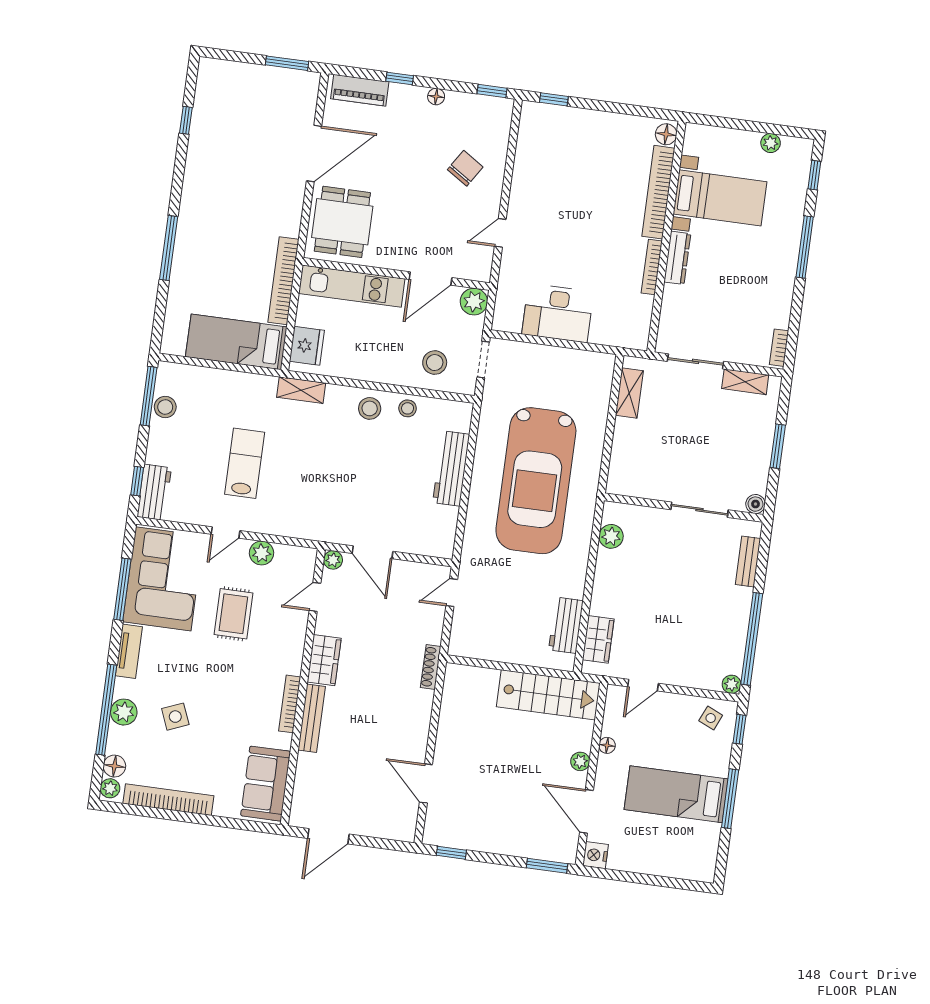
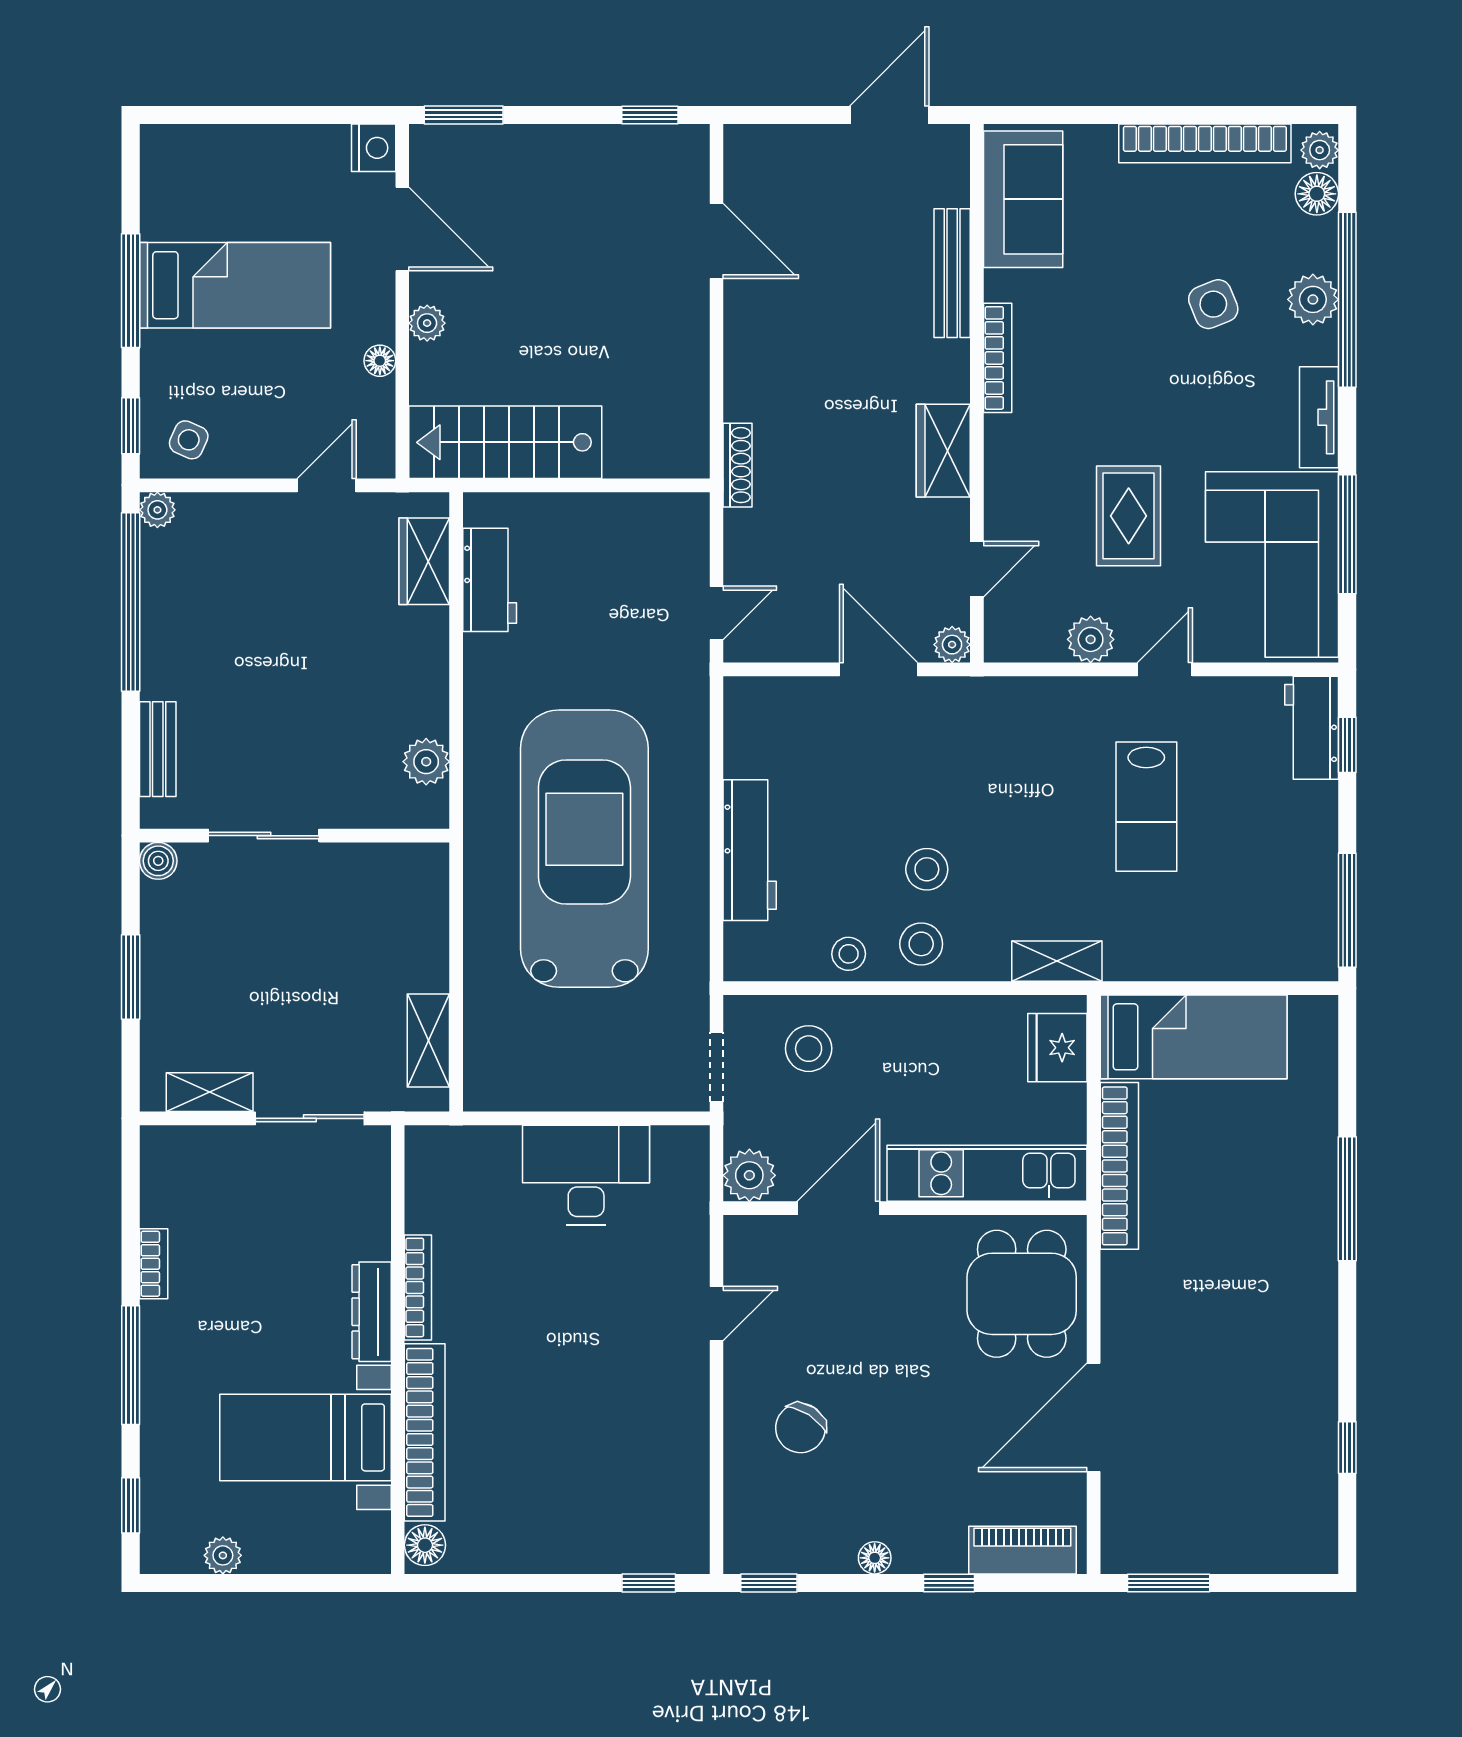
bookcase: (779, 348) -> (154, 1264), moved
stool: (165, 407) -> (927, 869), moved
bench: (312, 718) -> (952, 273), moved

